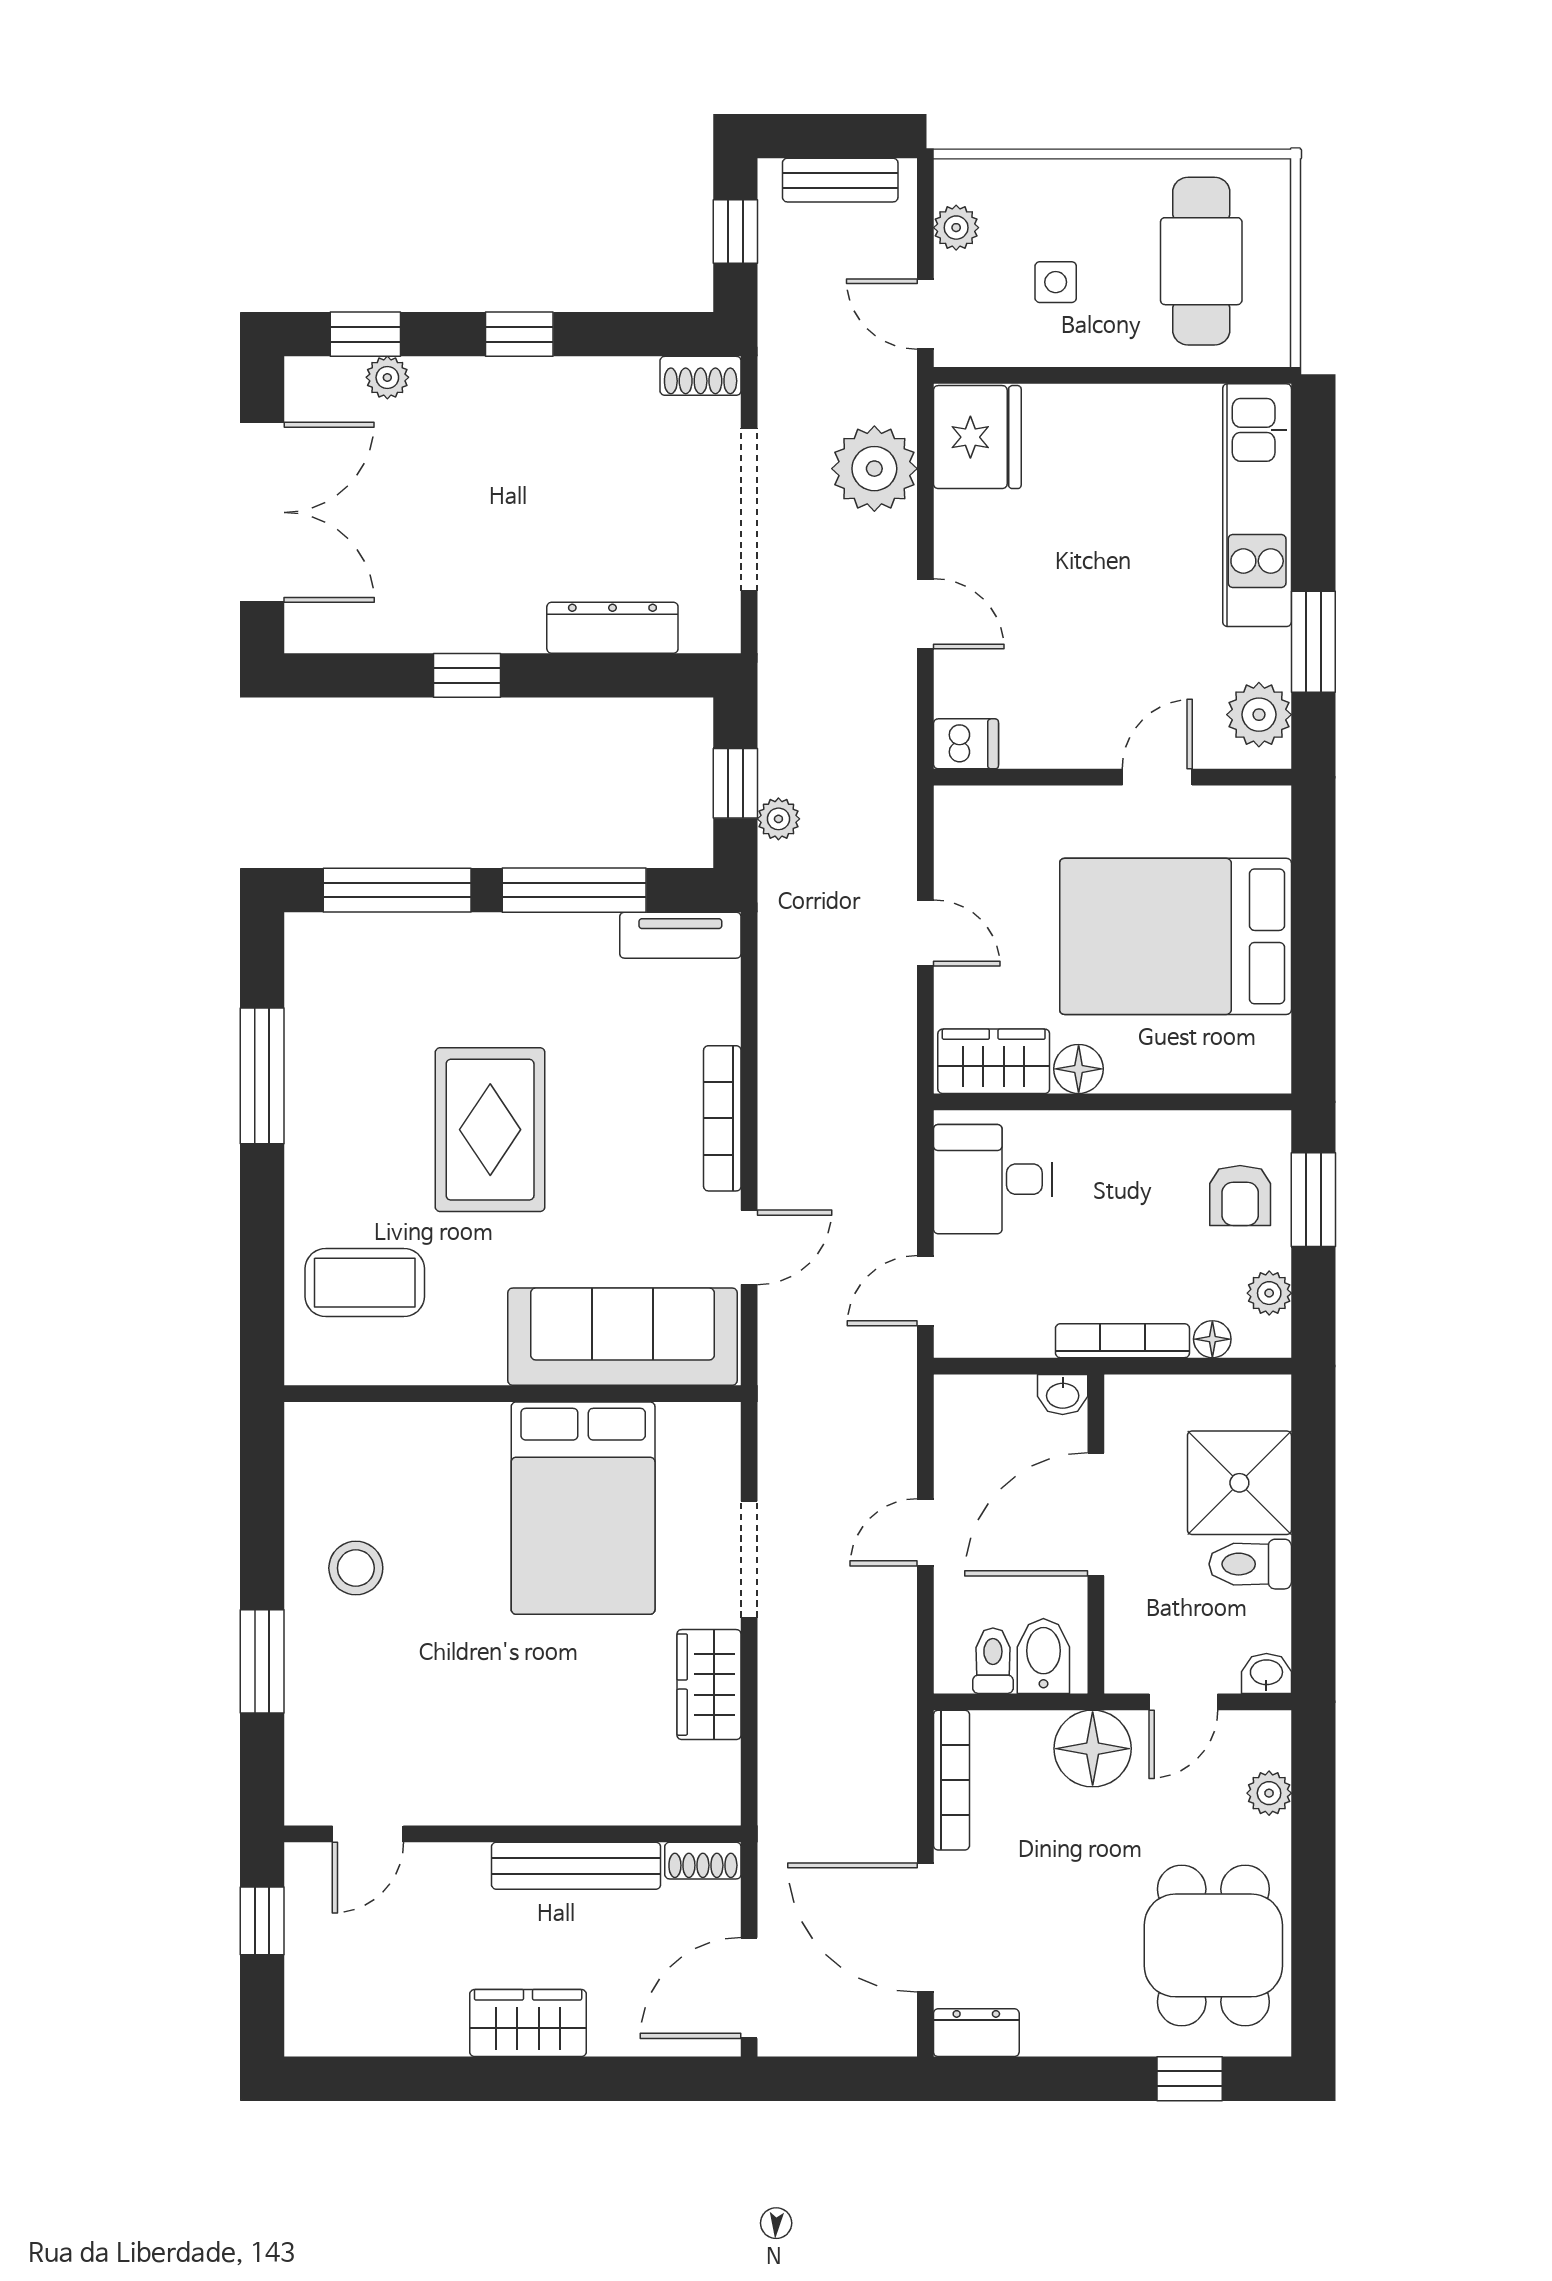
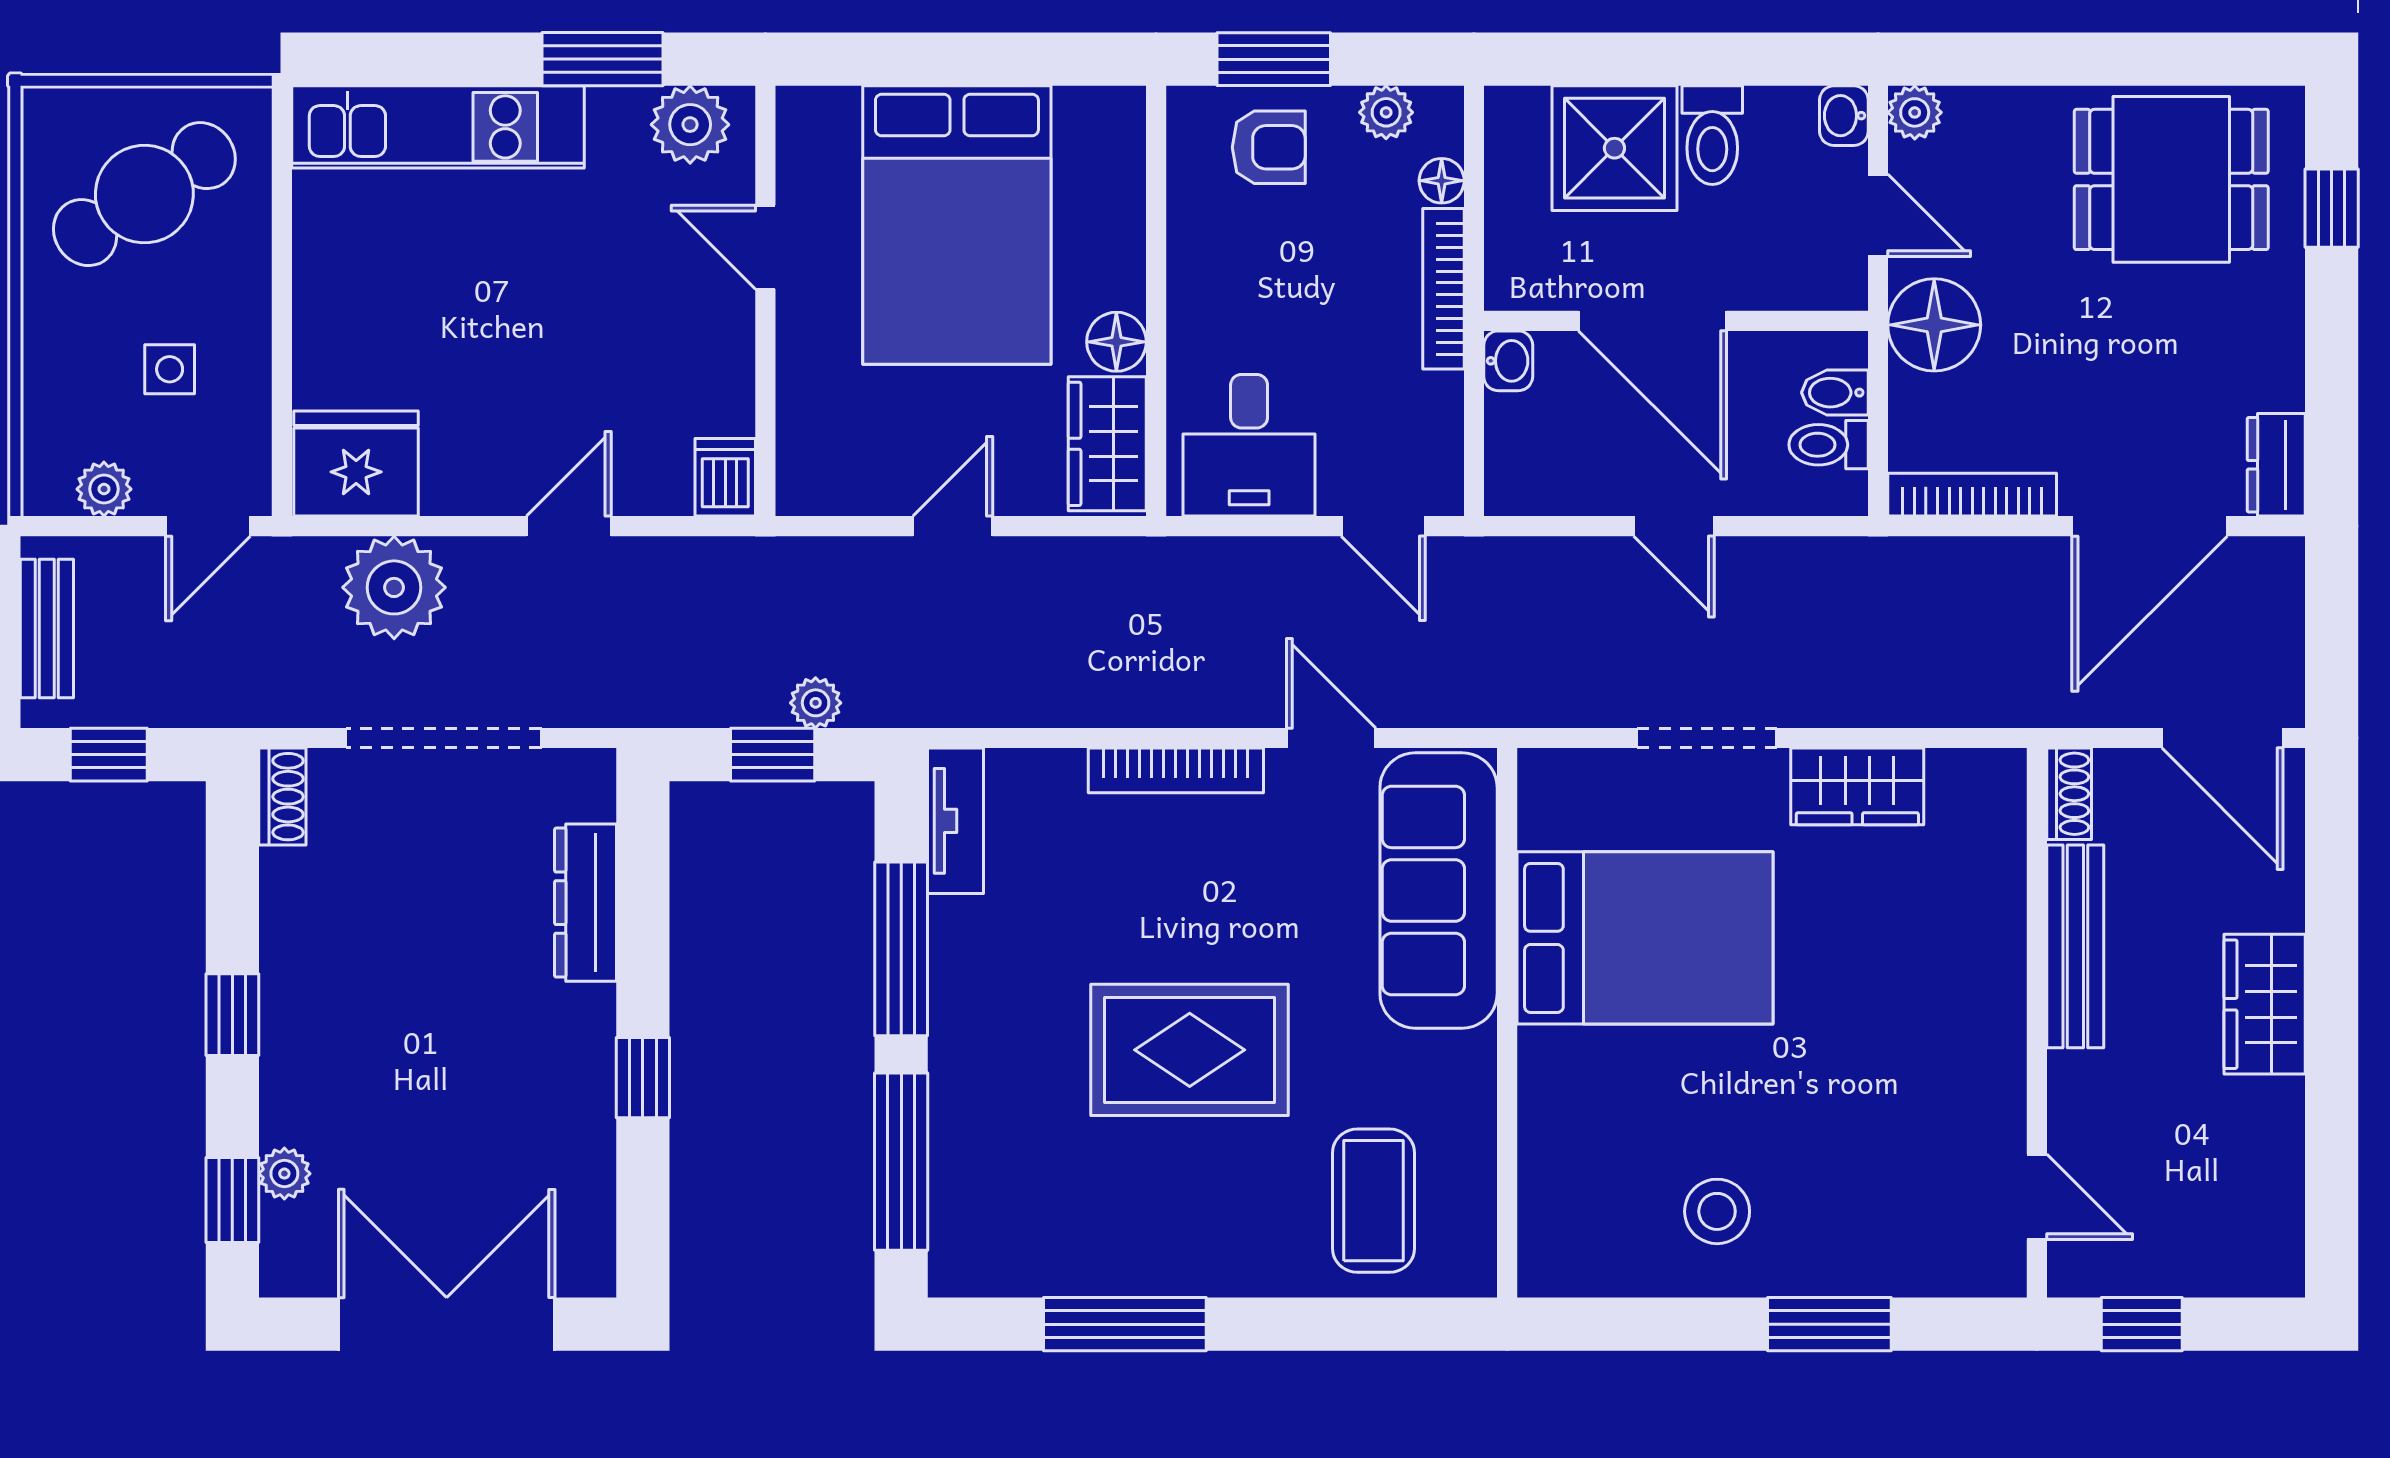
cafe table: (1201, 261) -> (144, 194), turned -33
bidet: (1043, 1656) -> (1835, 393), width x0.72, depth x0.74
plant: (1269, 1793) -> (1915, 112), moved

